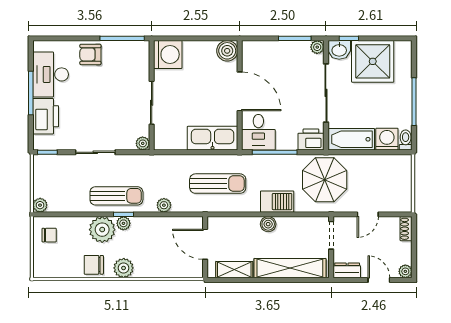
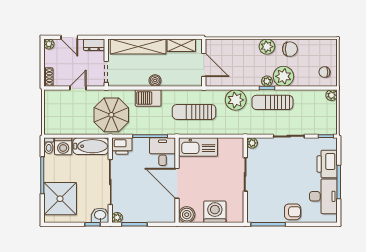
washing machine: (168, 54) -> (215, 212), moved, turned 90
shower: (373, 61) -> (60, 199), moved
plant: (164, 205) -> (236, 100), width x1.88, depth x1.88

